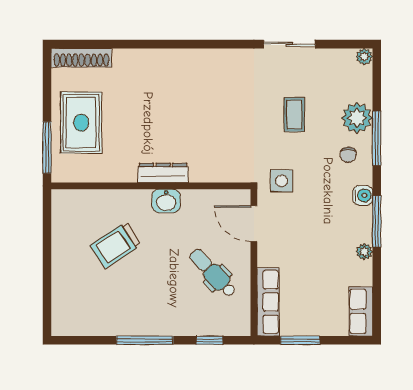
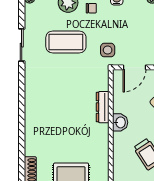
coffee table: (294, 115) -> (66, 42), width x1.86, depth x1.72
dresser: (163, 173) -> (103, 107), moved

